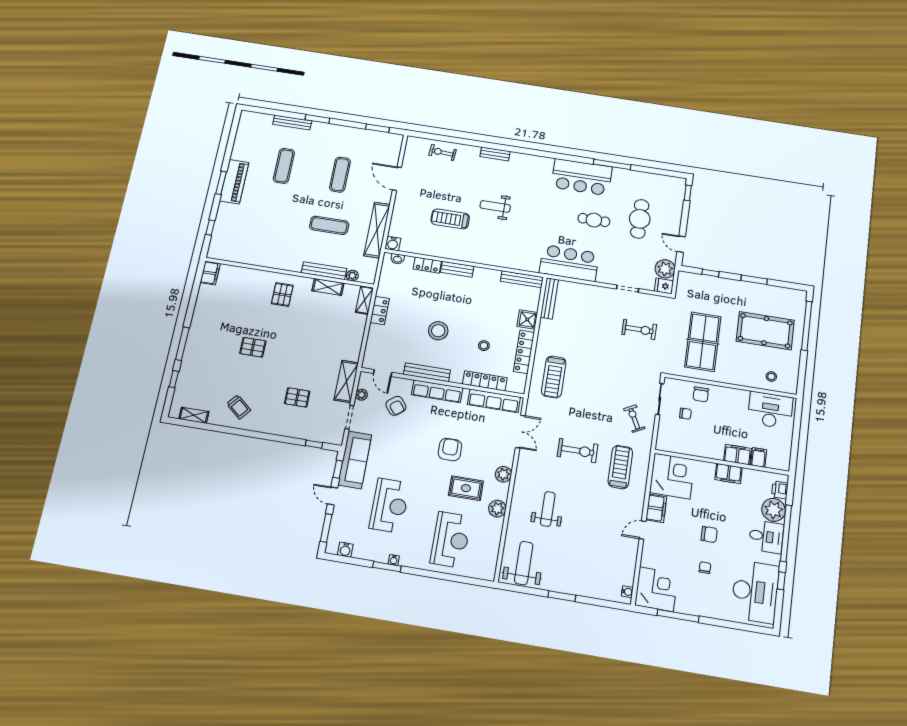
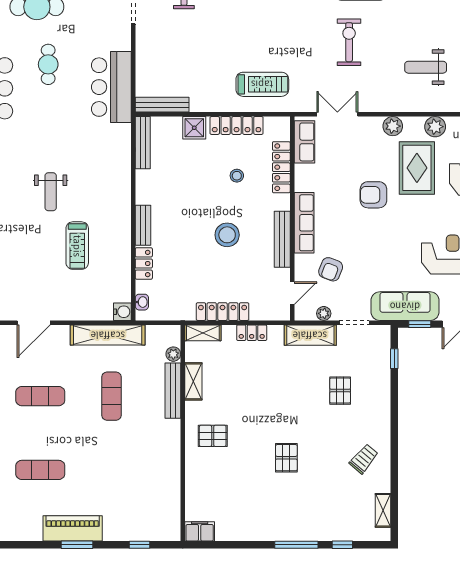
locker: (380, 311) -> (223, 312), width x1.53
locker: (357, 337) -> (252, 333), added
row of seats: (494, 401) -> (304, 142), width x0.68
armchair: (396, 406) -> (331, 269), turned 150
rug: (466, 488) -> (417, 168), width x1.36, depth x1.43

